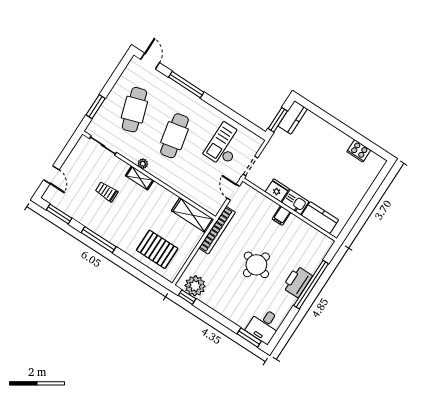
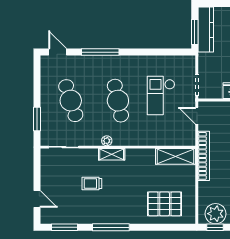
kitchen counter: (293, 117) -> (206, 30), width x1.50
checkout: (225, 145) -> (161, 95), moved

